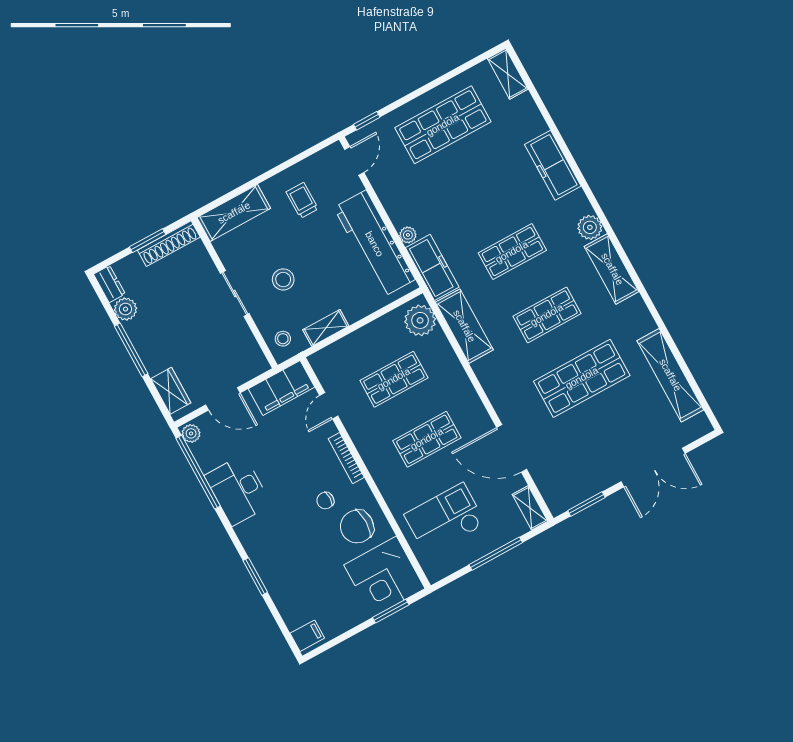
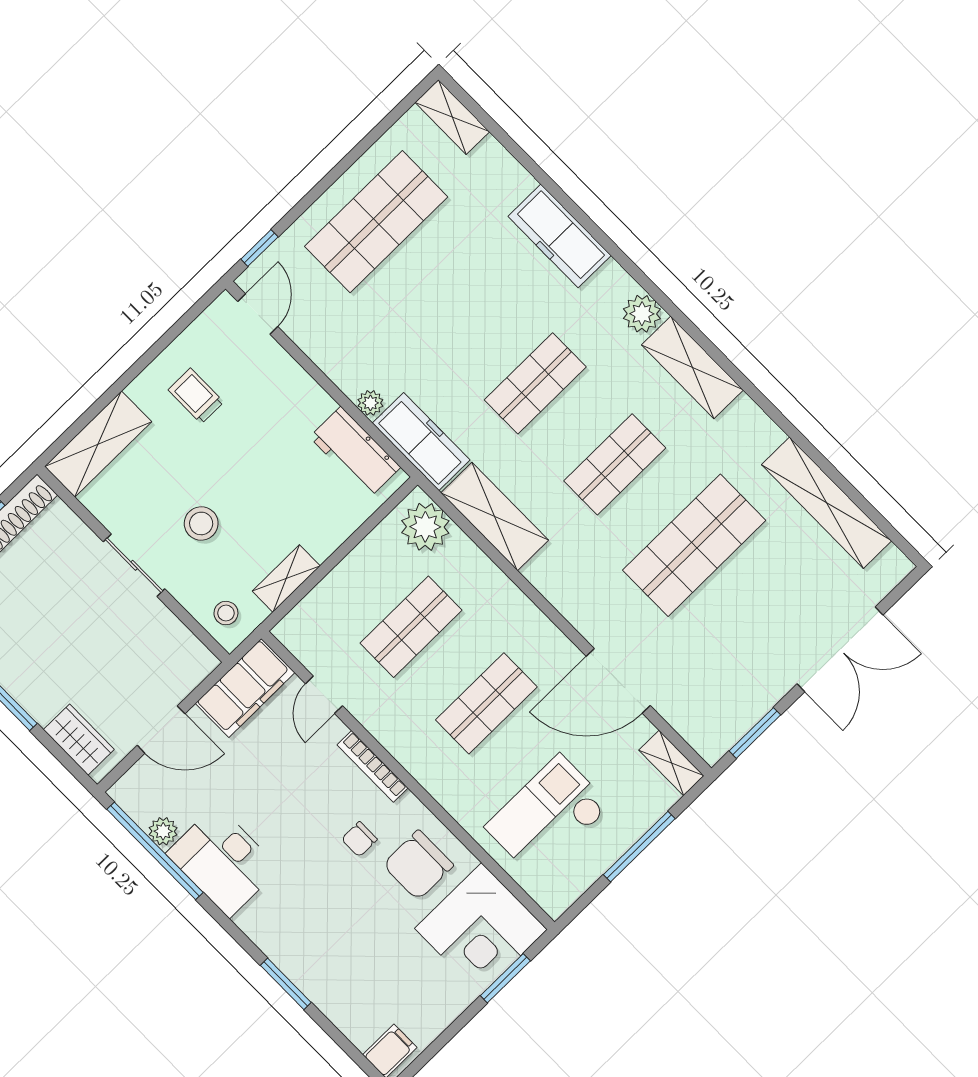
workbench: (374, 244) -> (355, 452), width x0.53, depth x0.76
plant: (191, 433) -> (163, 831), moved

